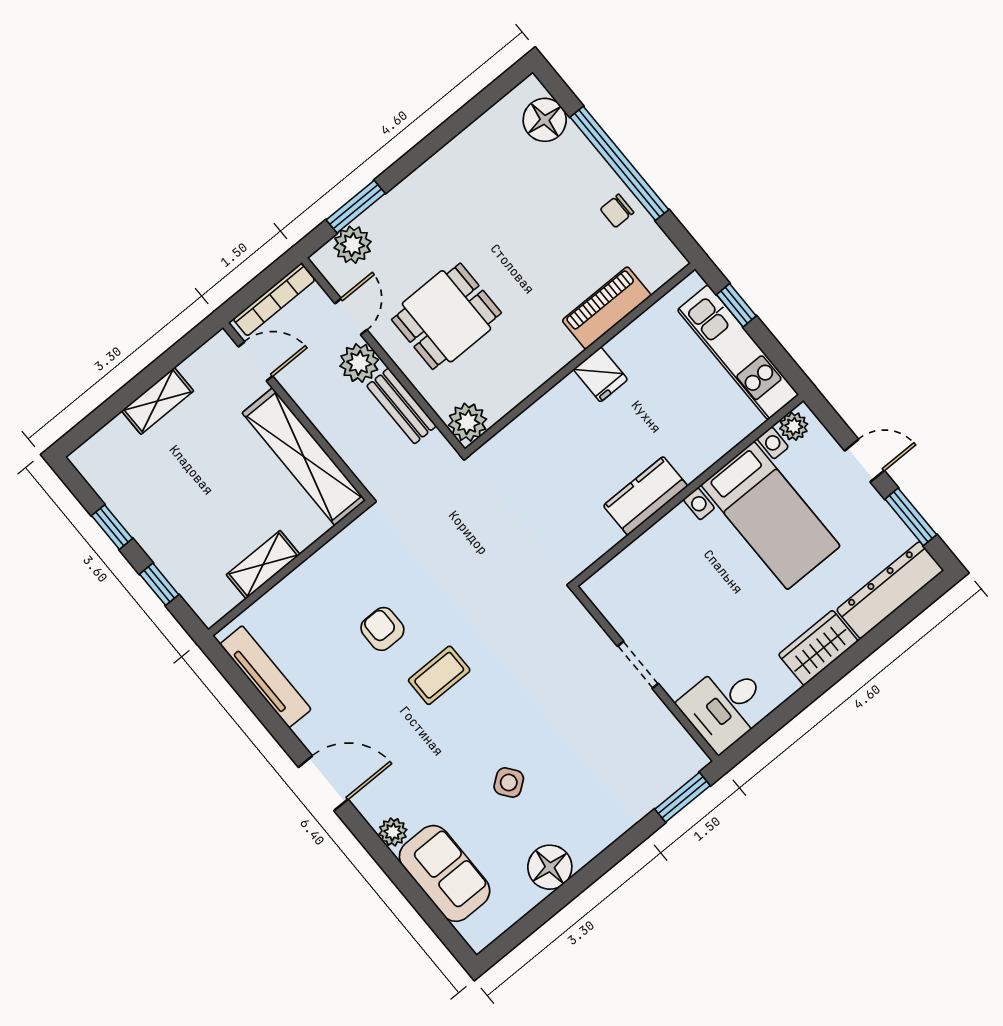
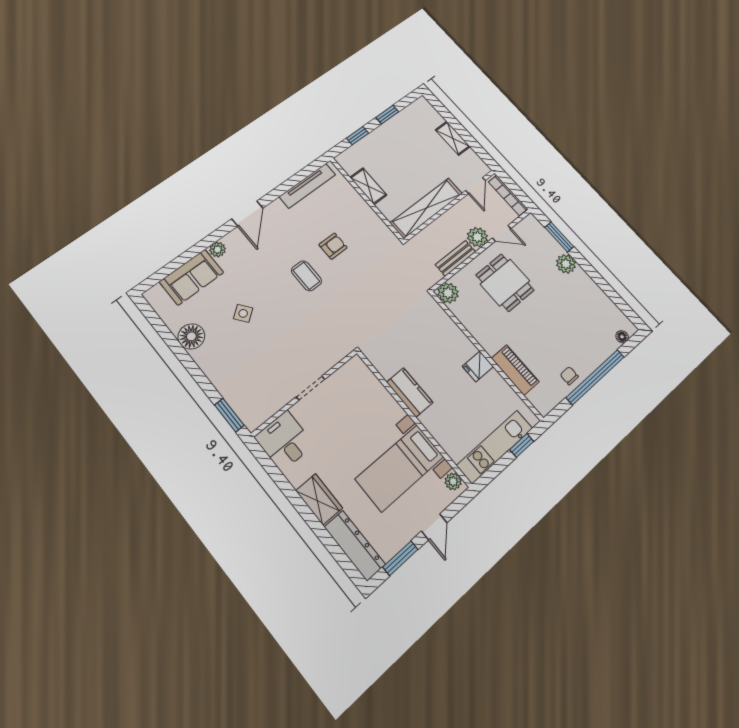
floor lamp: (545, 120) -> (622, 337), width x0.53, depth x0.53
plant: (353, 245) -> (566, 264), moved

